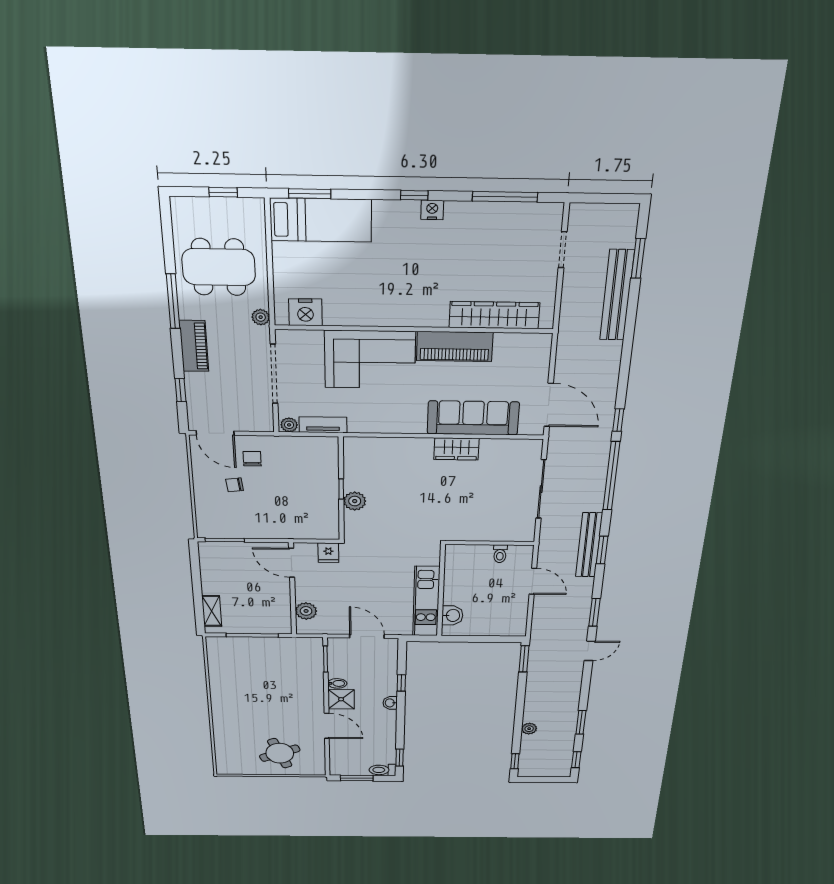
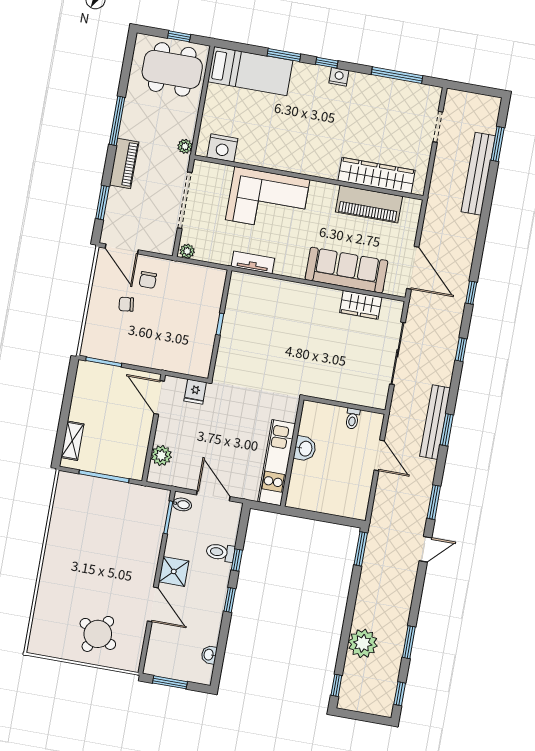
window: (310, 194) -> (284, 55), moved
dining table: (219, 267) -> (172, 69), moved
piano: (455, 346) -> (369, 204), moved
window: (180, 390) -> (102, 203), width x1.50
tv unit: (323, 425) -> (253, 262), moved
wardrobe: (456, 449) -> (361, 305), moved
chair: (252, 459) -> (148, 280), turned 180
window: (611, 476) -> (461, 350), width x0.32
plant: (355, 501) -> (229, 339), removed
washbasin: (452, 615) -> (305, 449), moved
bidet: (337, 683) -> (182, 504), moved
washbasin: (390, 703) -> (209, 655), moved
plant: (529, 729) -> (363, 643), width x1.88, depth x1.88
round table: (280, 753) -> (98, 634), turned -38
window: (400, 758) -> (230, 600), moved
toilet: (382, 770) -> (220, 552), moved

